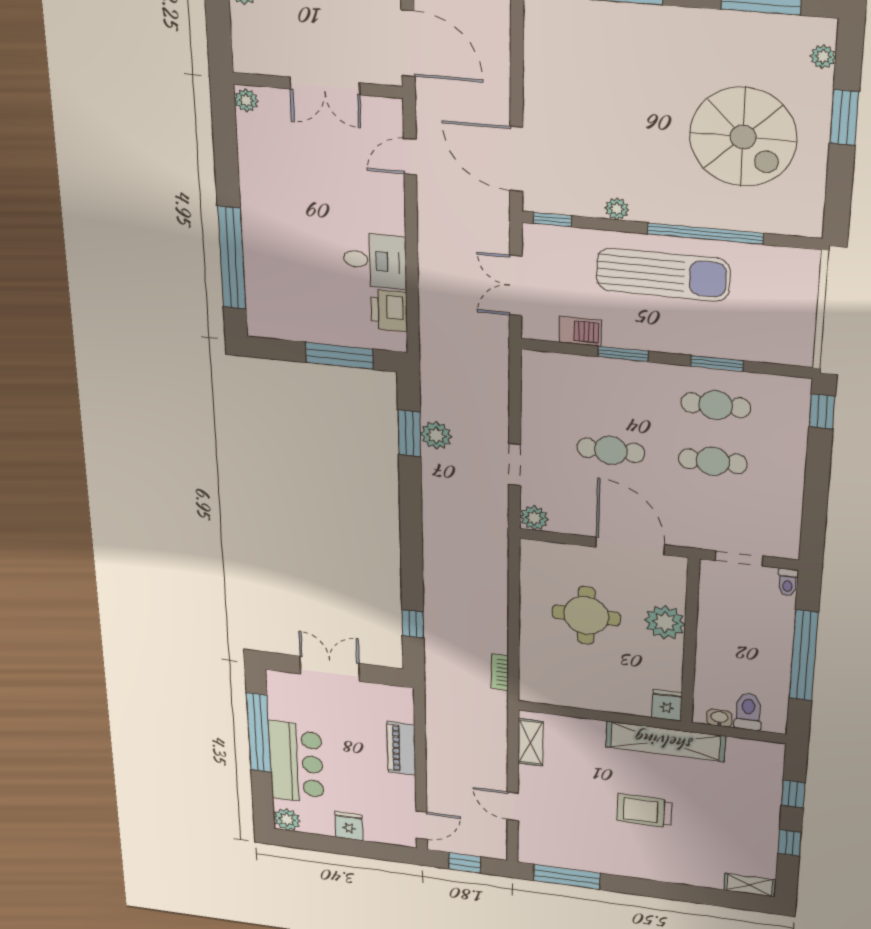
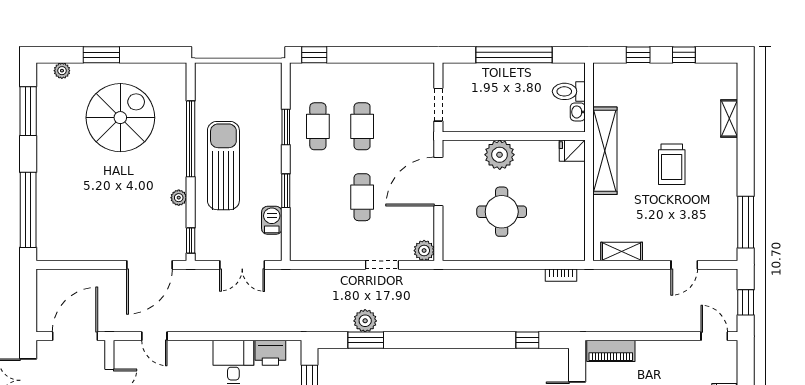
toilet: (788, 582) -> (454, 70), removed
piano: (401, 749) -> (611, 351), moved
shelving: (750, 885) -> (729, 119), moved

